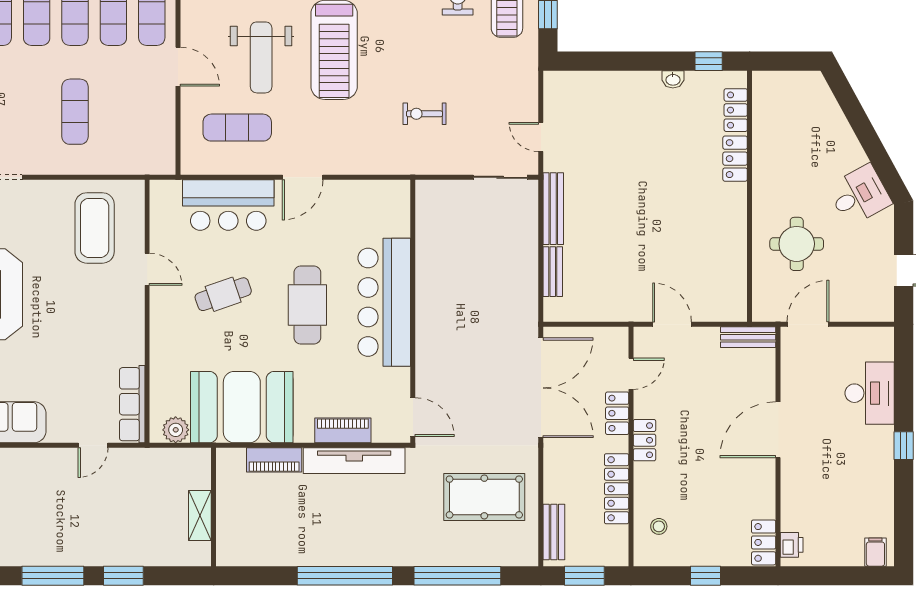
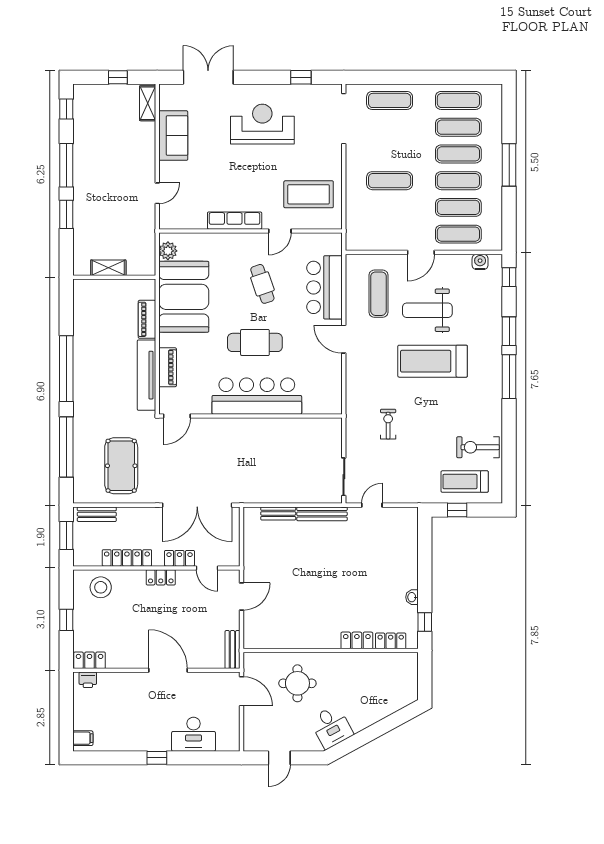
row of seats: (132, 404) -> (235, 221), moved
door: (93, 445) -> (157, 193), swing flipped
stool: (659, 526) -> (101, 587), width x1.89, depth x1.89

